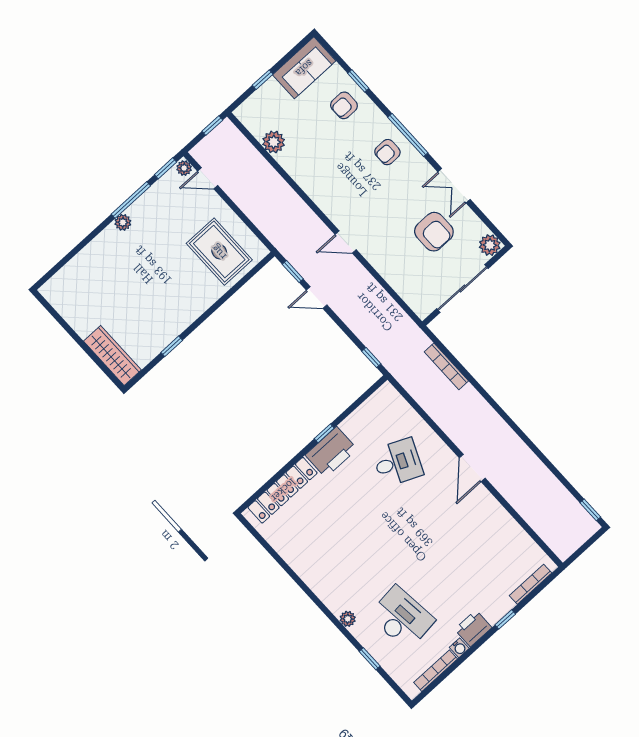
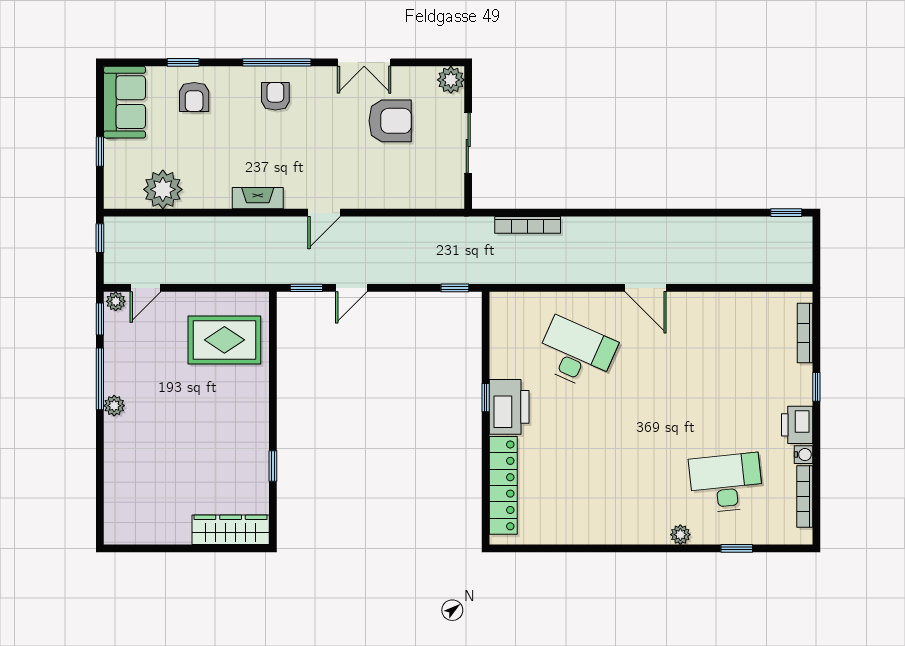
plant: (274, 142) -> (163, 189), width x1.36, depth x1.36
armchair: (387, 152) -> (275, 96), turned 180
fireplace: (319, 196) -> (258, 198), added
sliding door: (462, 289) -> (468, 143), width x0.73
desk: (398, 462) -> (576, 353), width x1.37

